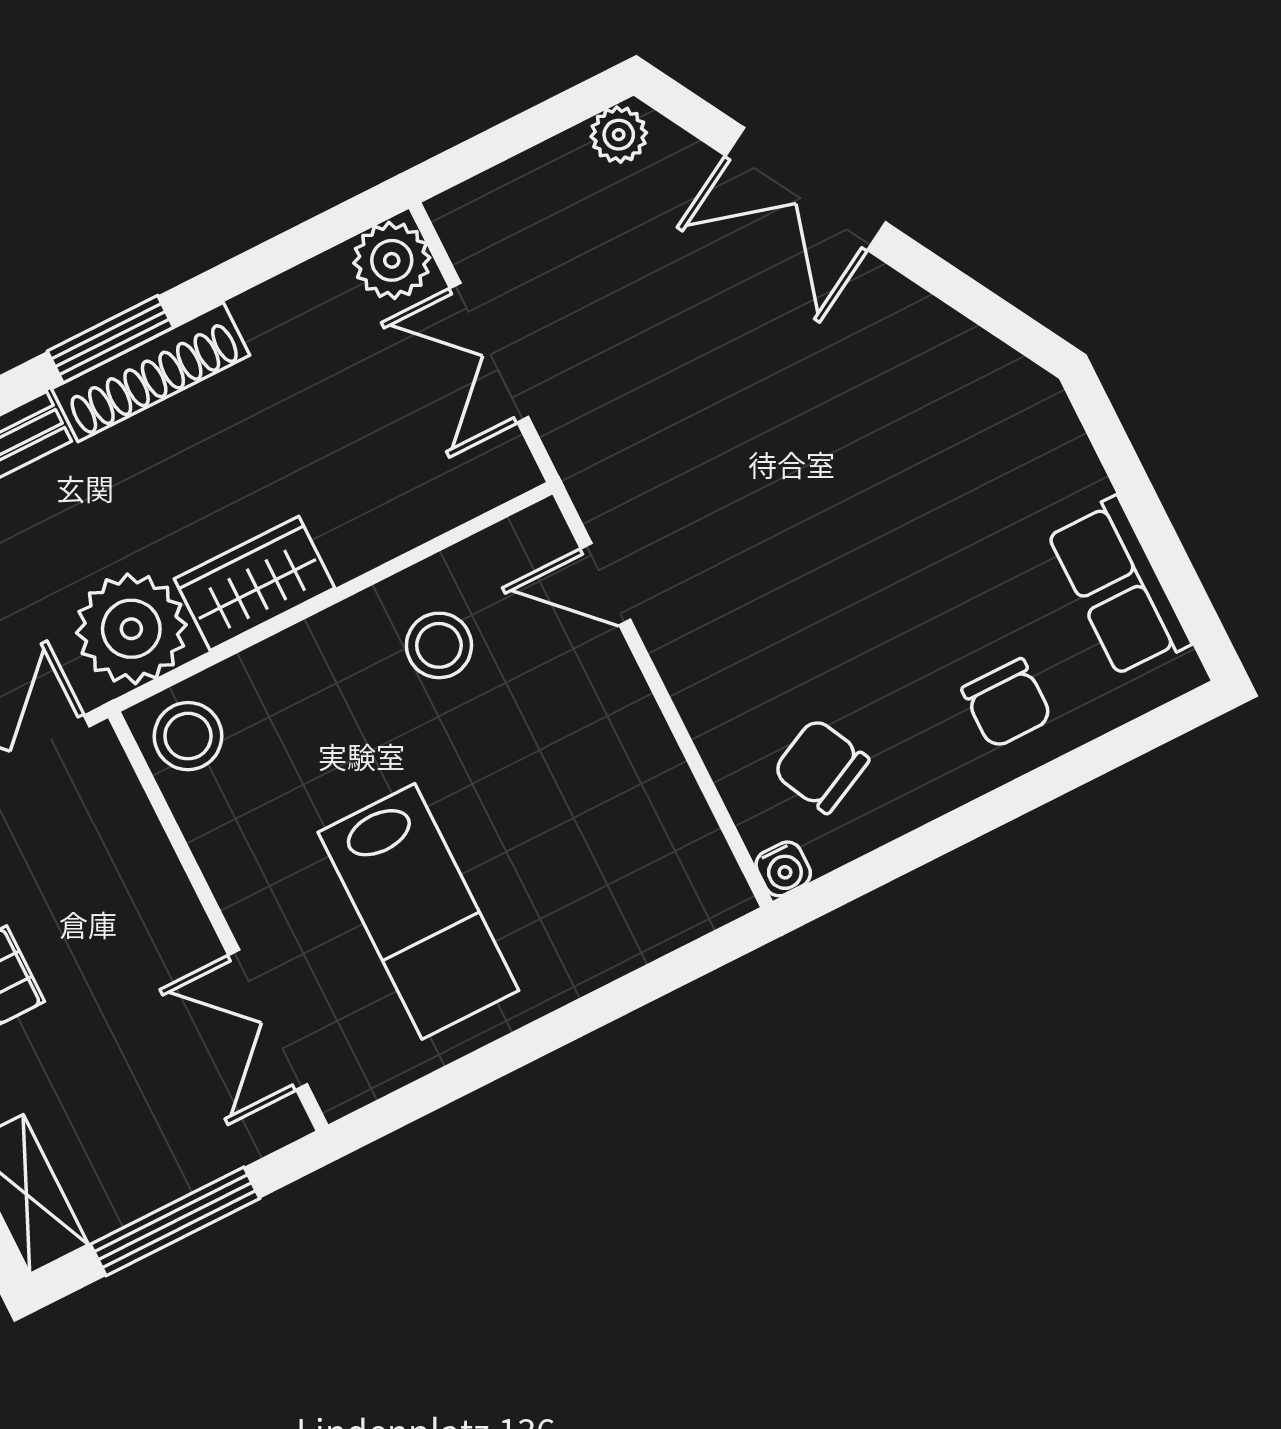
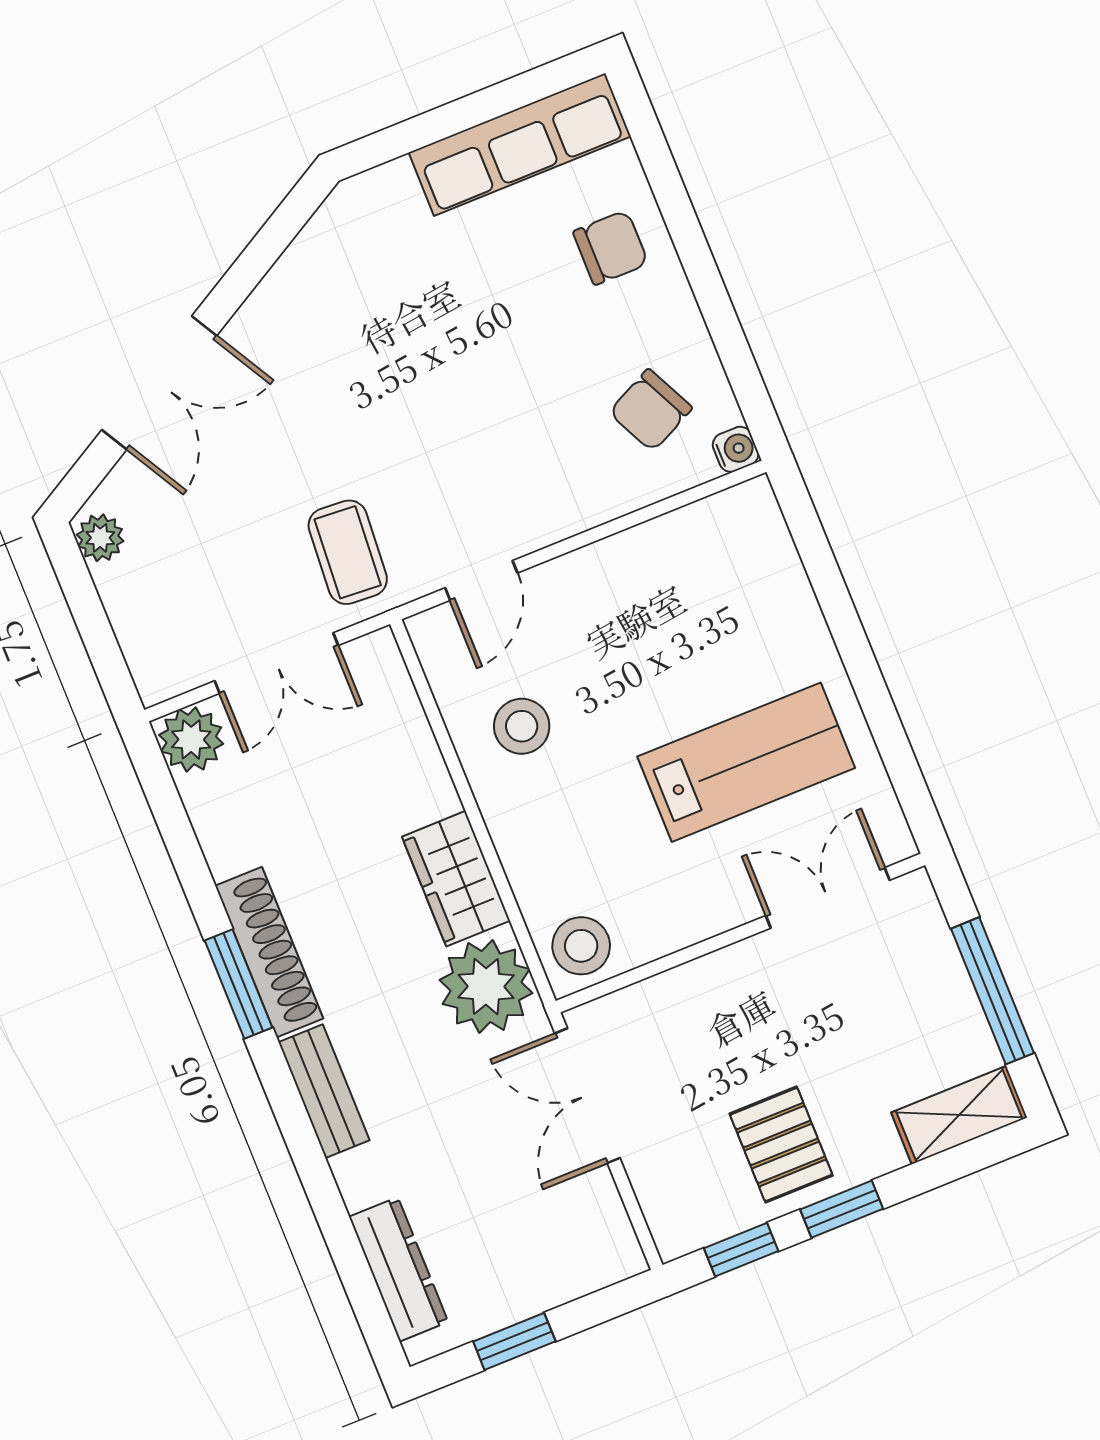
coffee table: (626, 425) -> (348, 552), added
row of seats: (1119, 587) -> (520, 145), width x1.48
double door: (268, 1020) -> (828, 898), swing flipped

